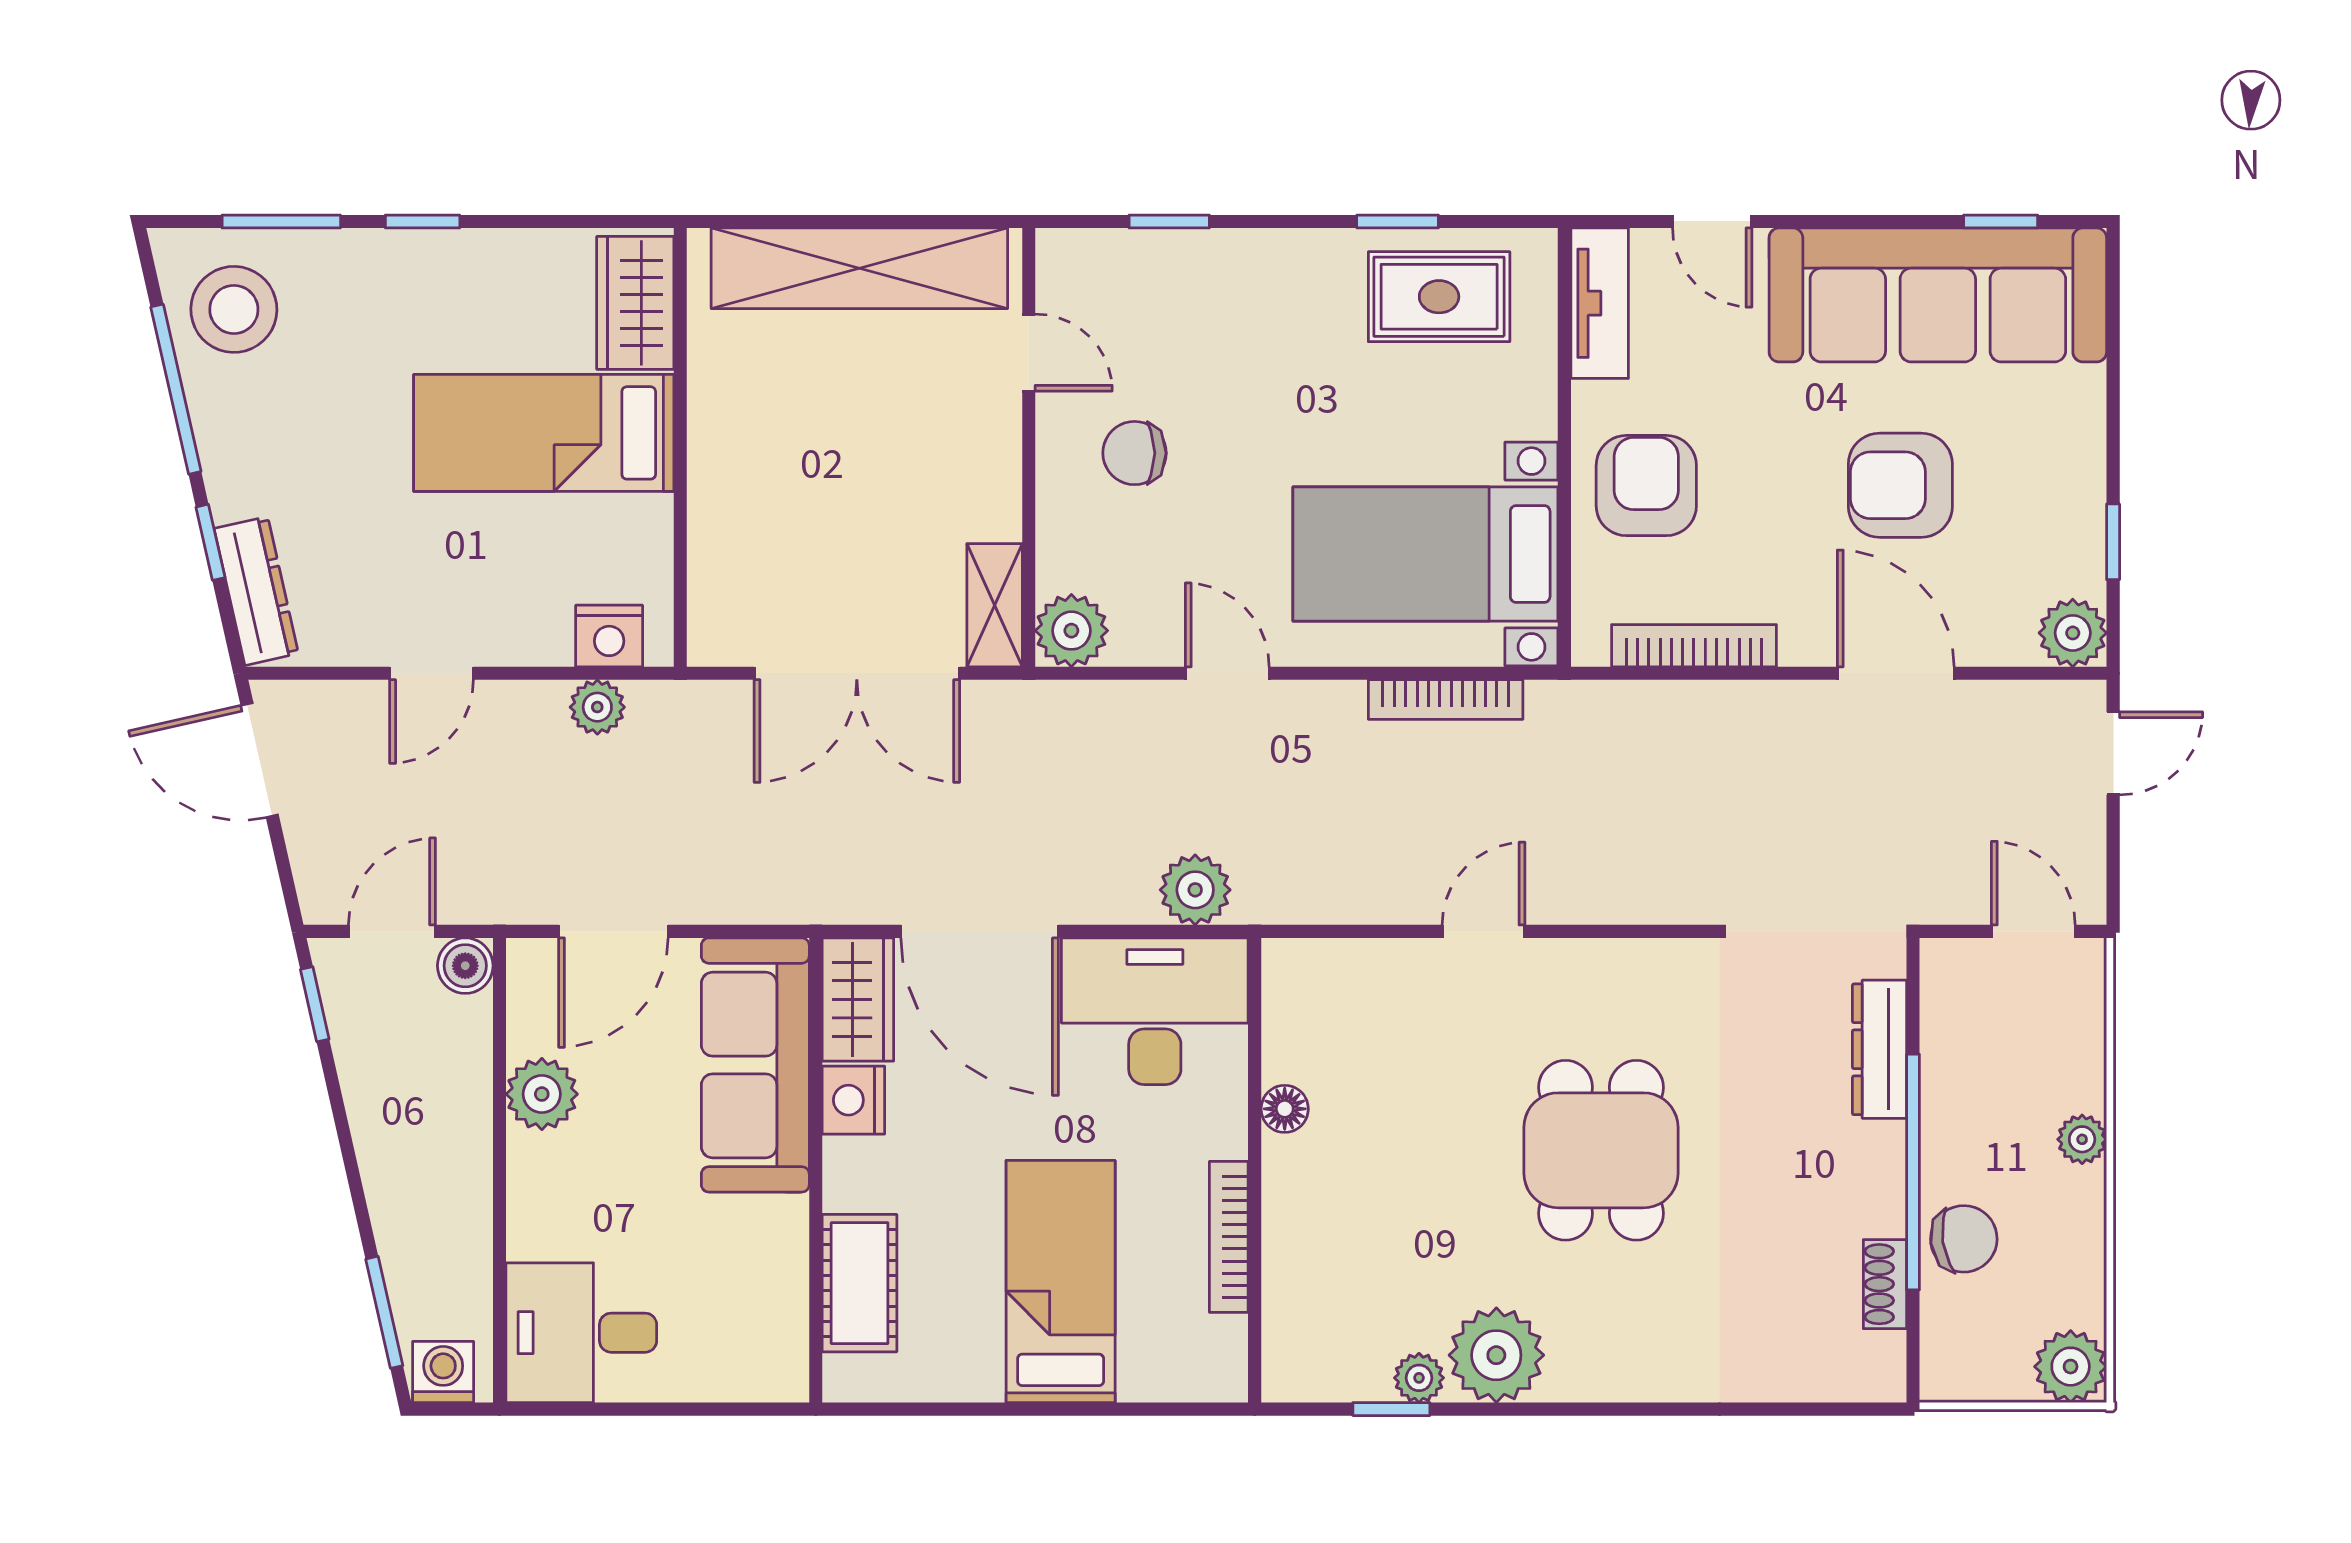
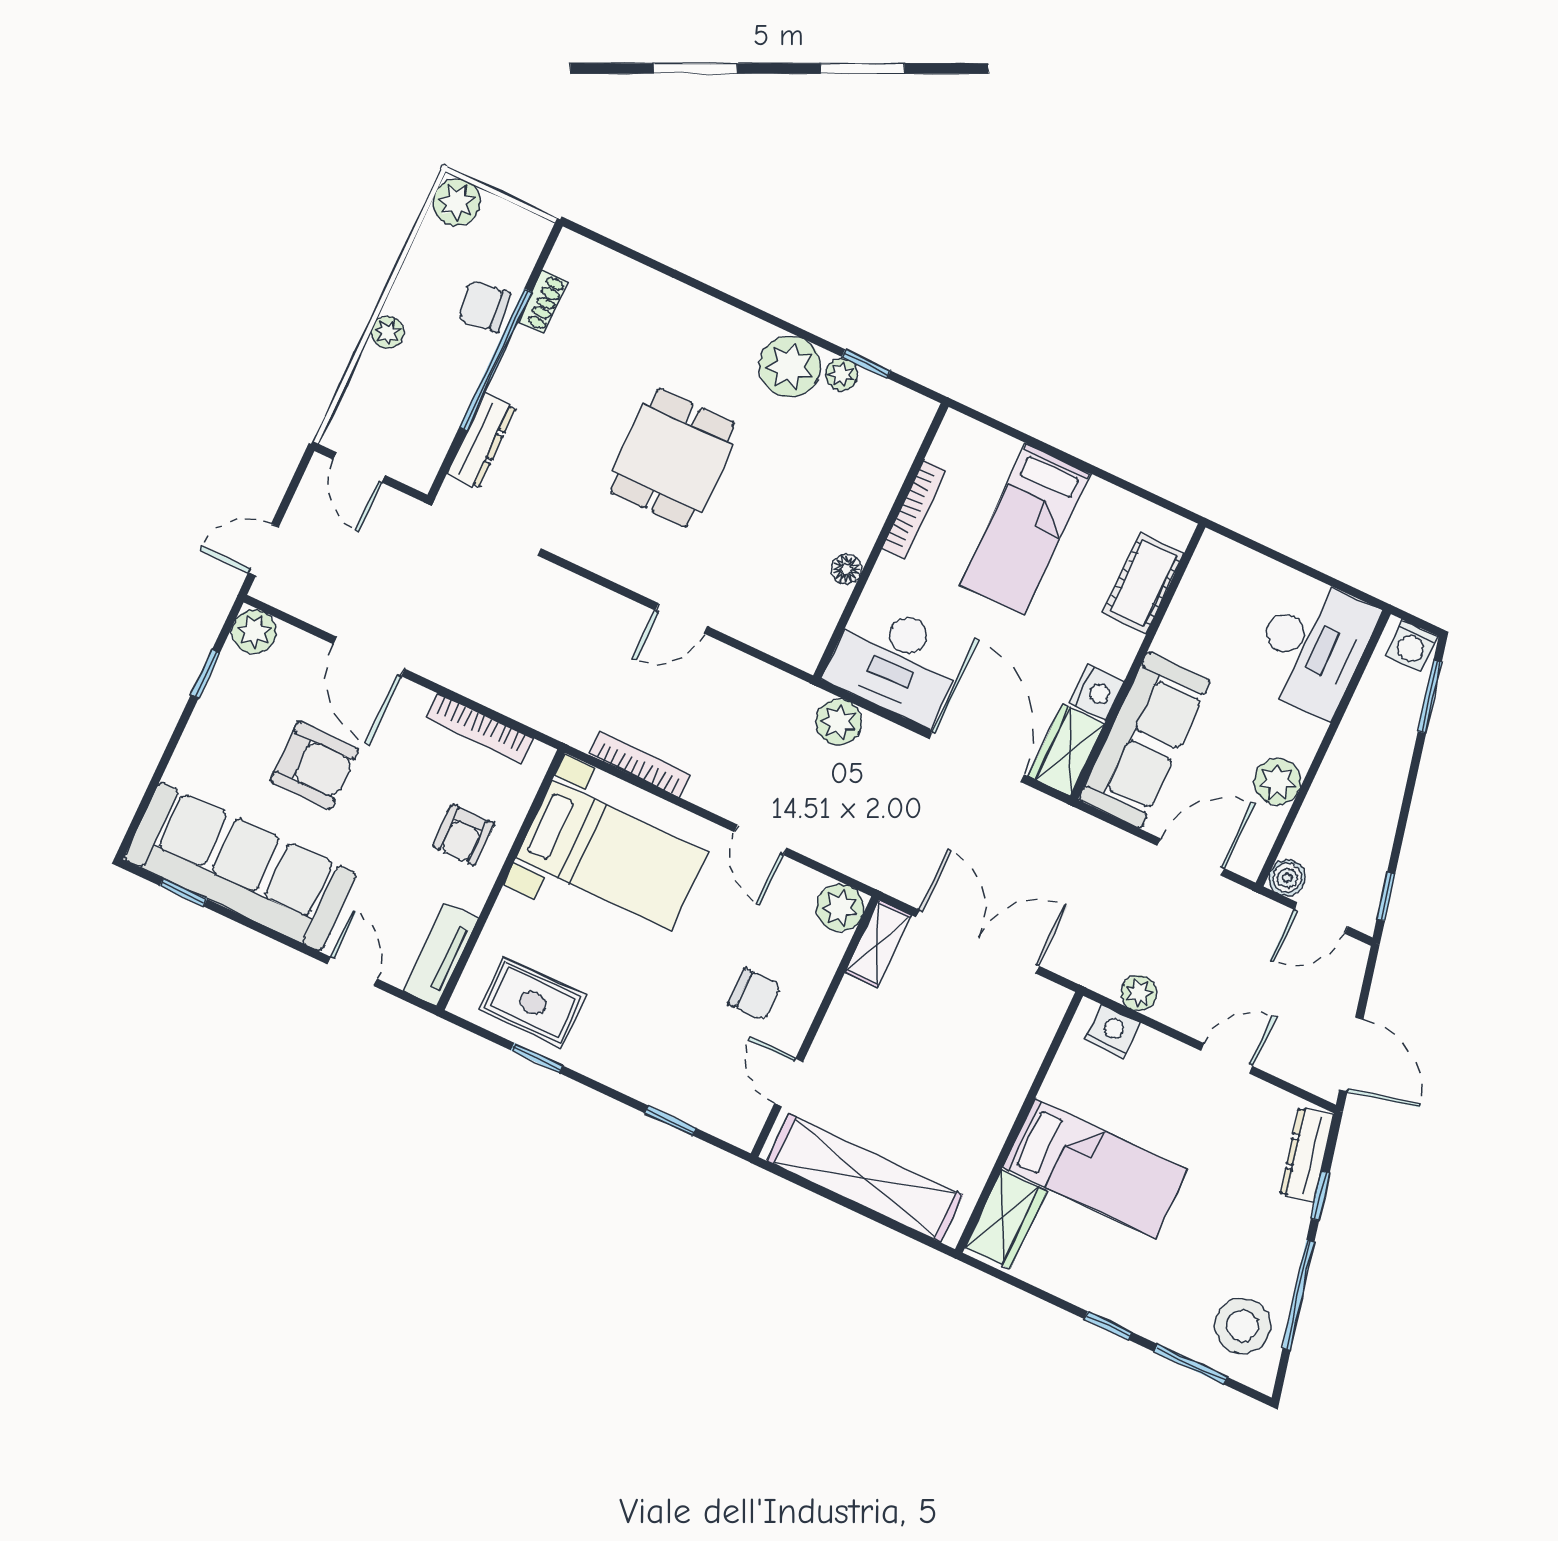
armchair: (1646, 486) -> (463, 835), width x0.72, depth x0.72
desk: (581, 1333) -> (1313, 646), width x1.37

